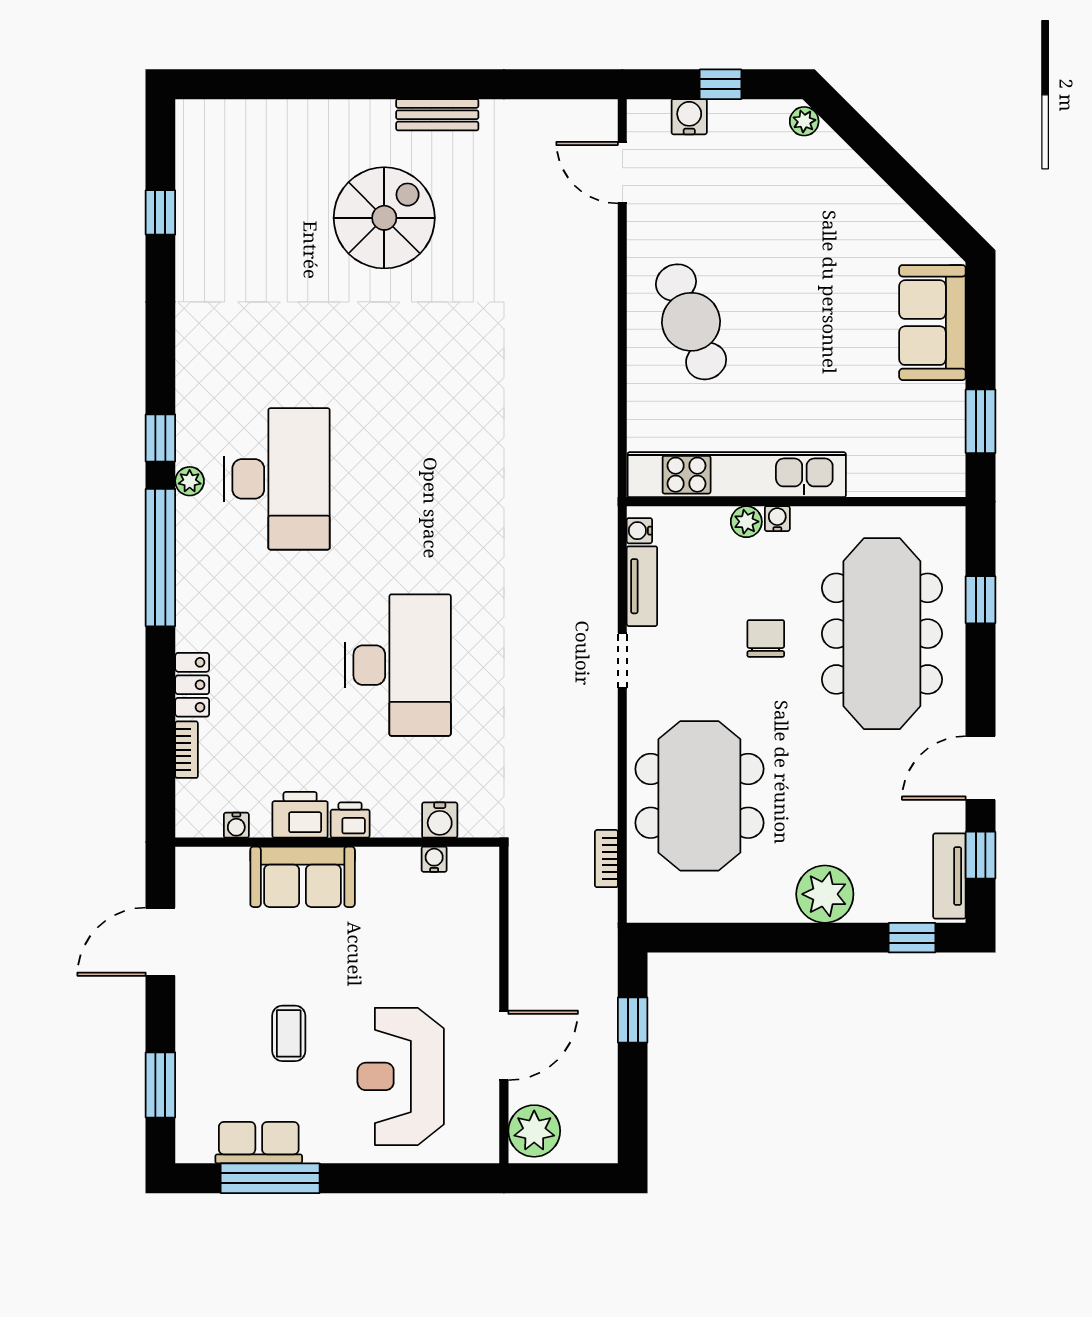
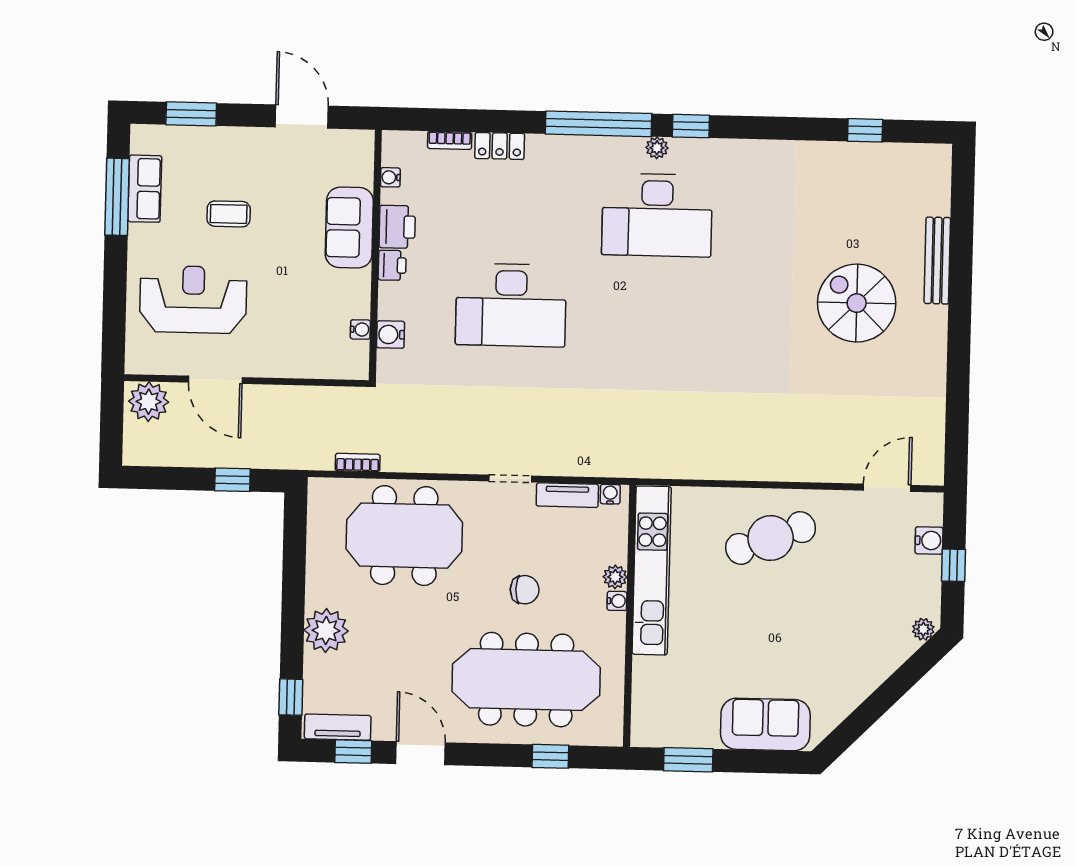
bench: (437, 115) -> (937, 261), moved, width x1.36
spiral stairs: (384, 218) -> (857, 303), turned 180

